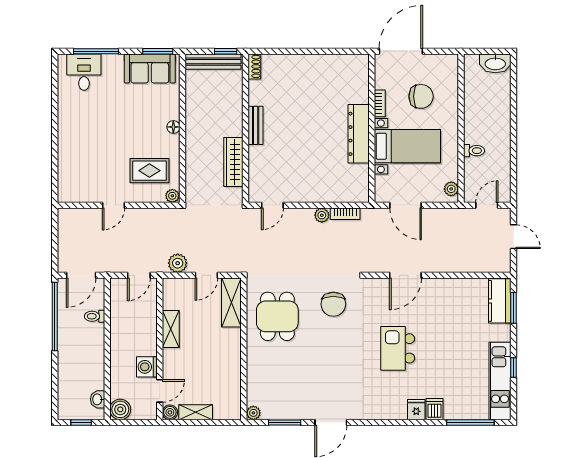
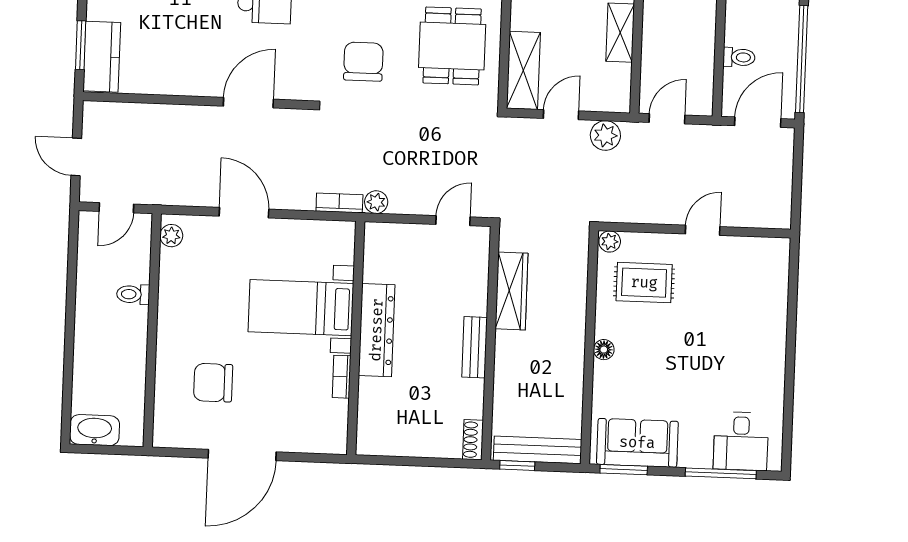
bookcase: (380, 103) -> (342, 377), moved
wall: (372, 128) -> (356, 338), moved
dresser: (359, 134) -> (377, 330), moved
bed with nightstands: (407, 146) -> (301, 308), moved

